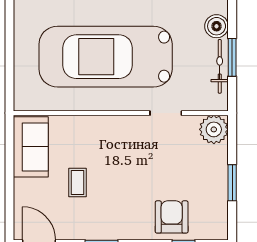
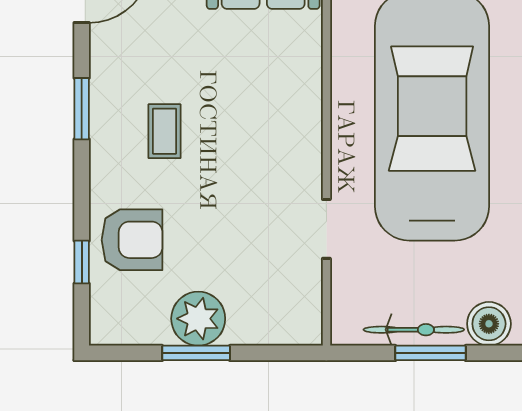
plant: (214, 129) -> (198, 319), moved
coffee table: (77, 182) -> (165, 131), moved, turned 90

